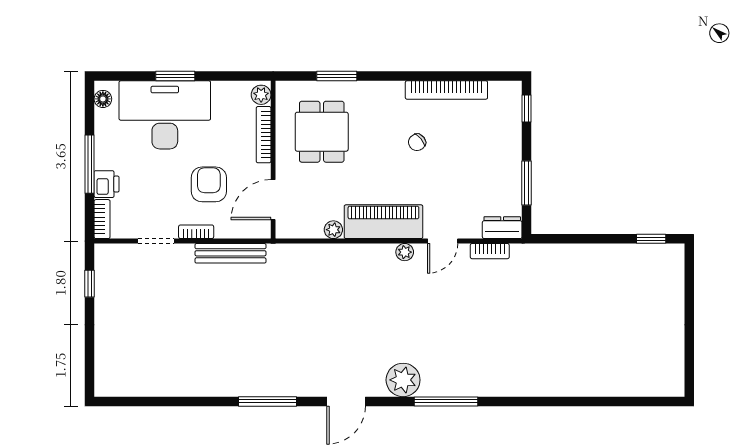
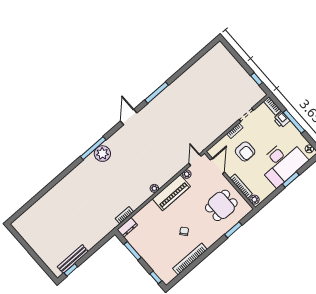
dining table: (322, 132) -> (221, 205), turned 90
door: (443, 241) -> (195, 160), moved
bench: (230, 253) -> (73, 259), moved
plant: (403, 380) -> (102, 154), moved

